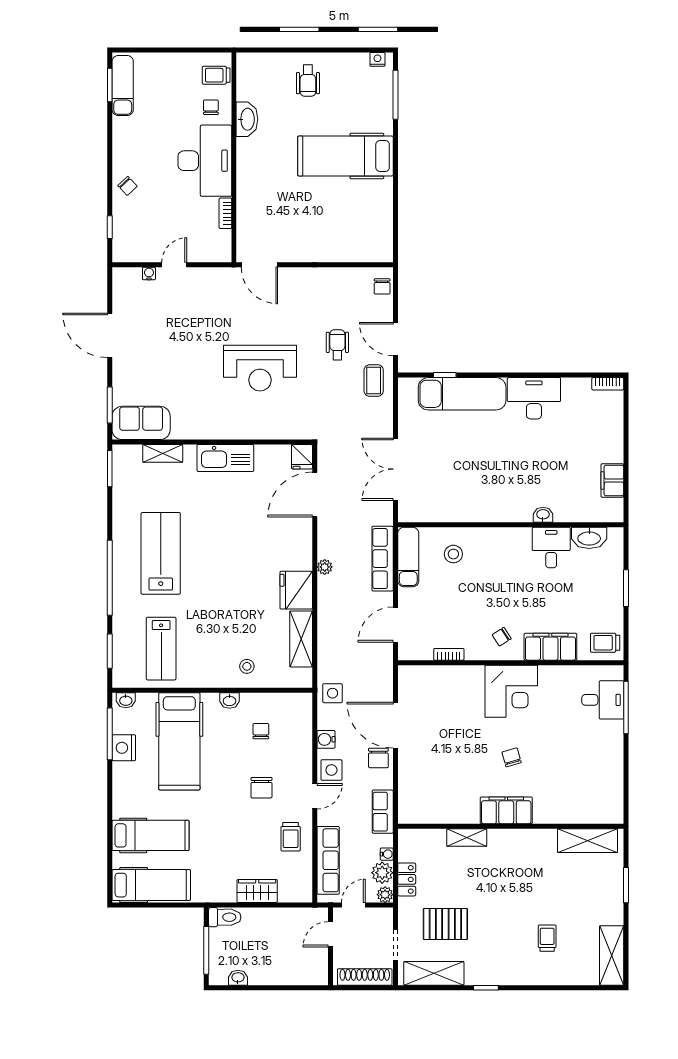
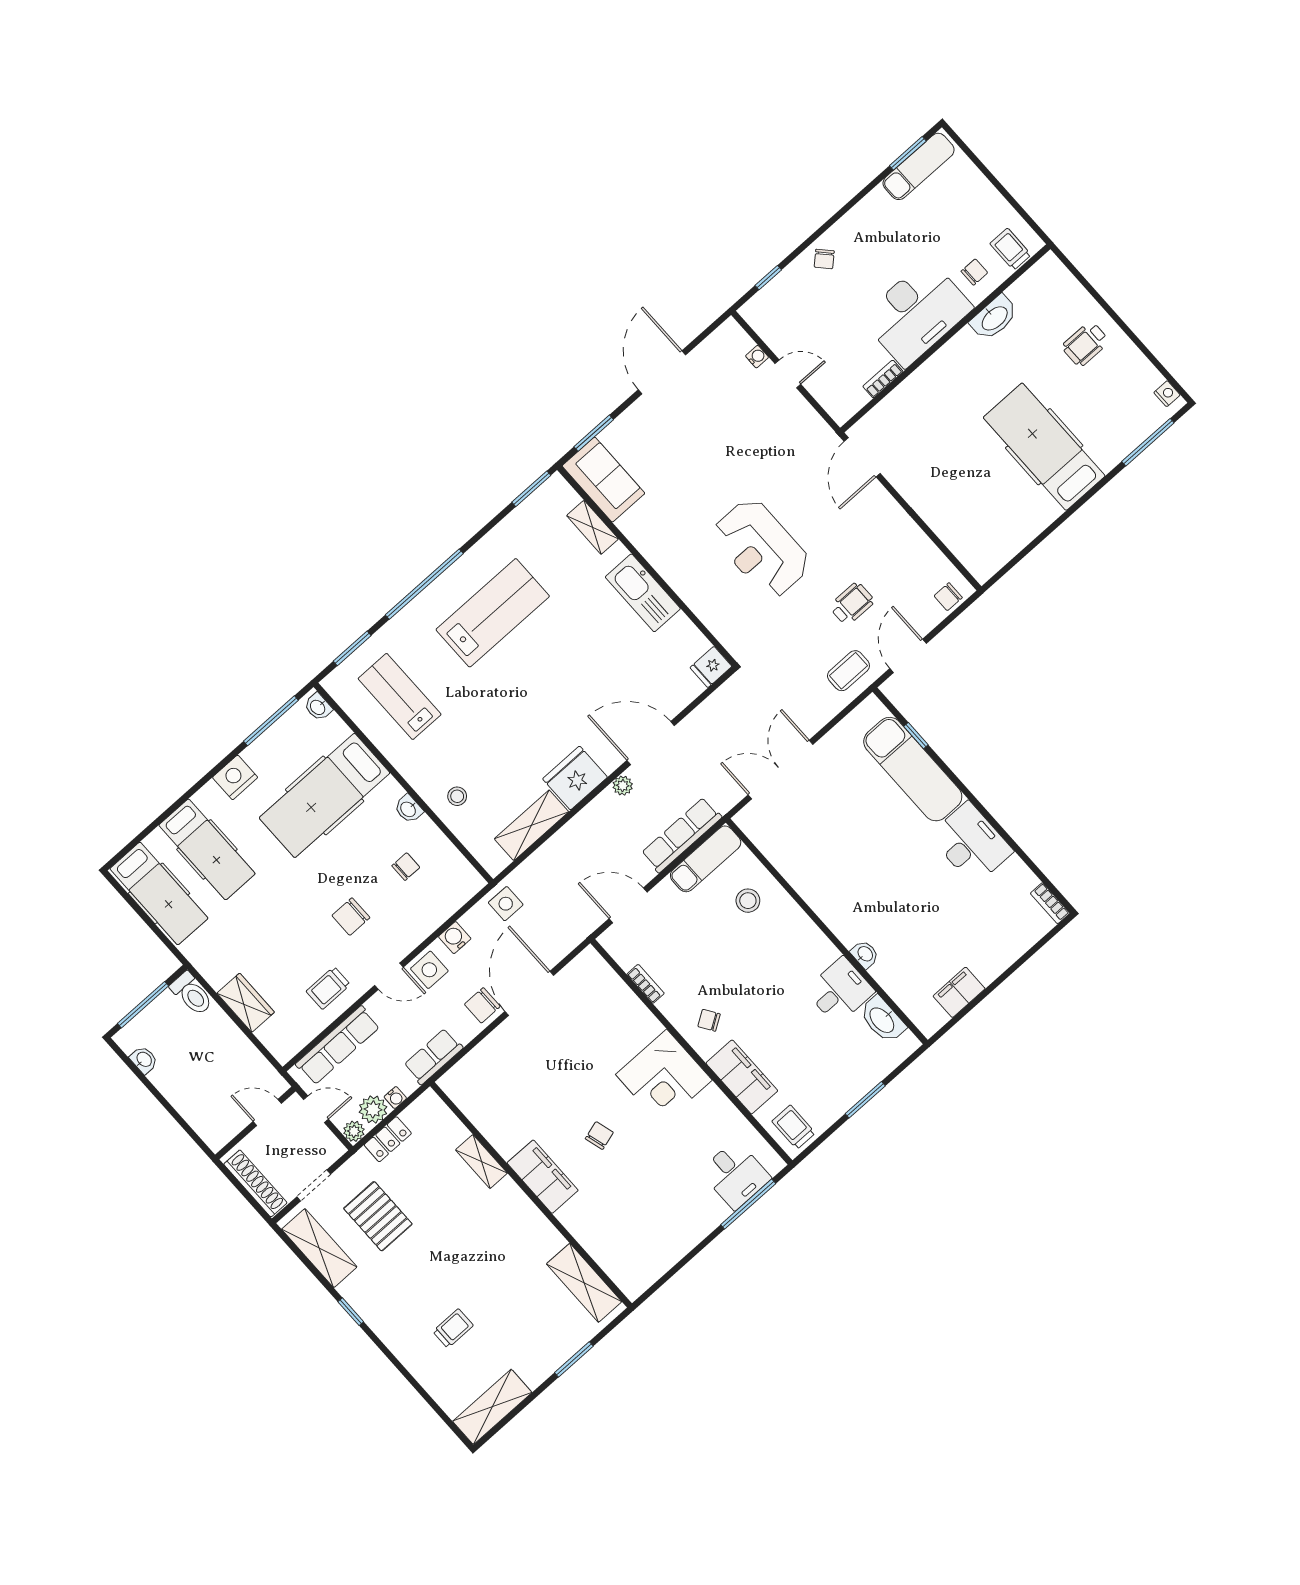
door: (315, 494) -> (651, 743), moved
lab bench: (161, 649) -> (400, 696), turned 90
nightstand: (124, 748) -> (235, 777), moved

